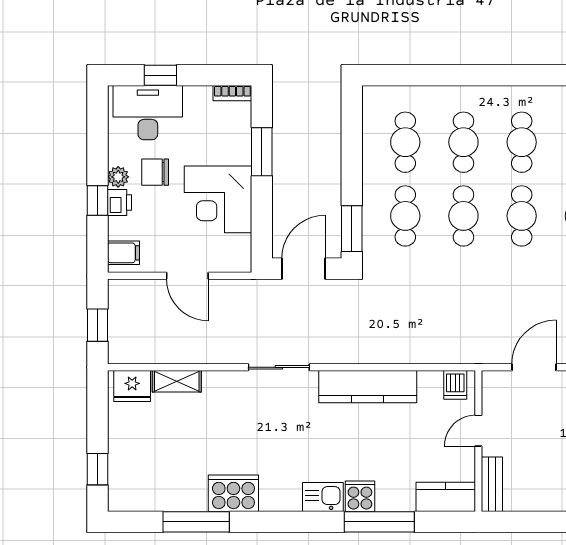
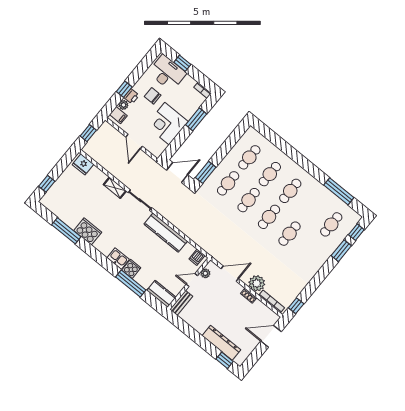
plant: (118, 177) -> (123, 105), moved
shelving: (177, 381) -> (115, 188), moved
plant: (492, 401) -> (205, 273), added

